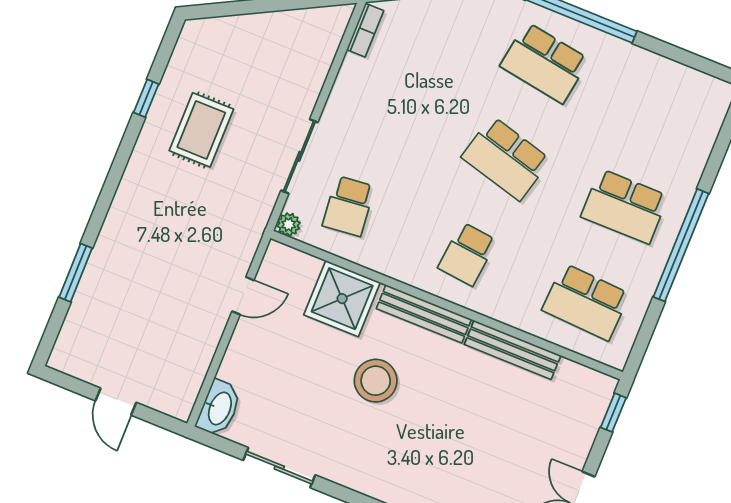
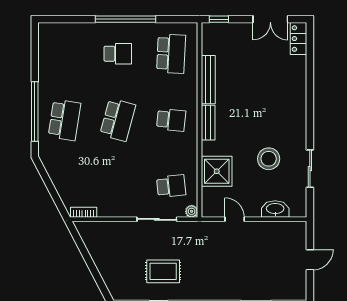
school desk: (625, 206) -> (118, 54), width x0.54
bench: (424, 314) -> (208, 123), width x0.73
stool: (376, 381) -> (269, 159), moved
washbasin: (219, 408) -> (275, 209), moved

